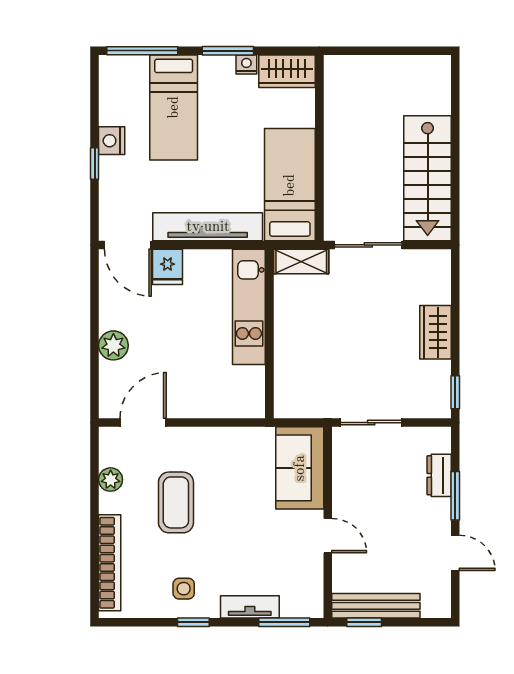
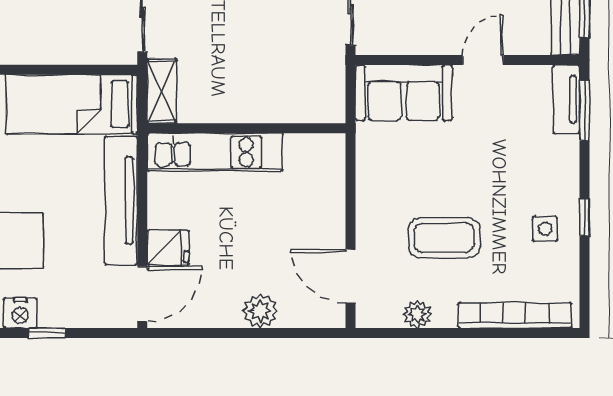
tv unit: (250, 607) -> (567, 99), moved

